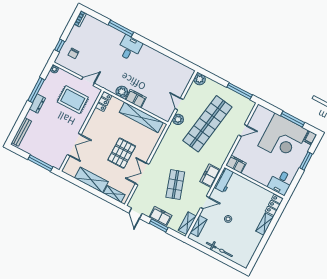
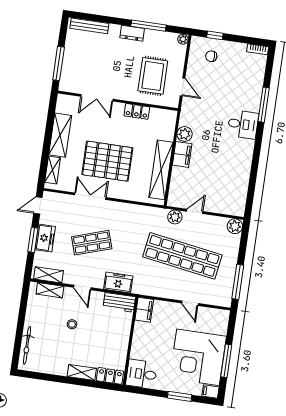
locker: (104, 102) -> (137, 111), moved
pallet: (122, 153) -> (107, 161), width x1.37, depth x1.41
bicycle: (219, 249) -> (27, 345), moved

